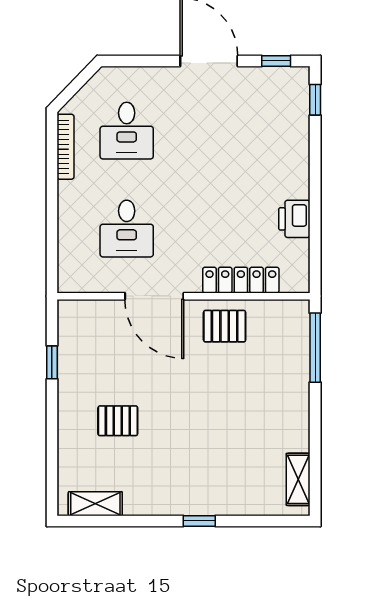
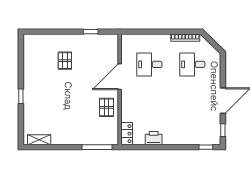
locker: (241, 280) -> (127, 134), moved, width x0.66
shelving: (95, 504) -> (28, 51), removed

